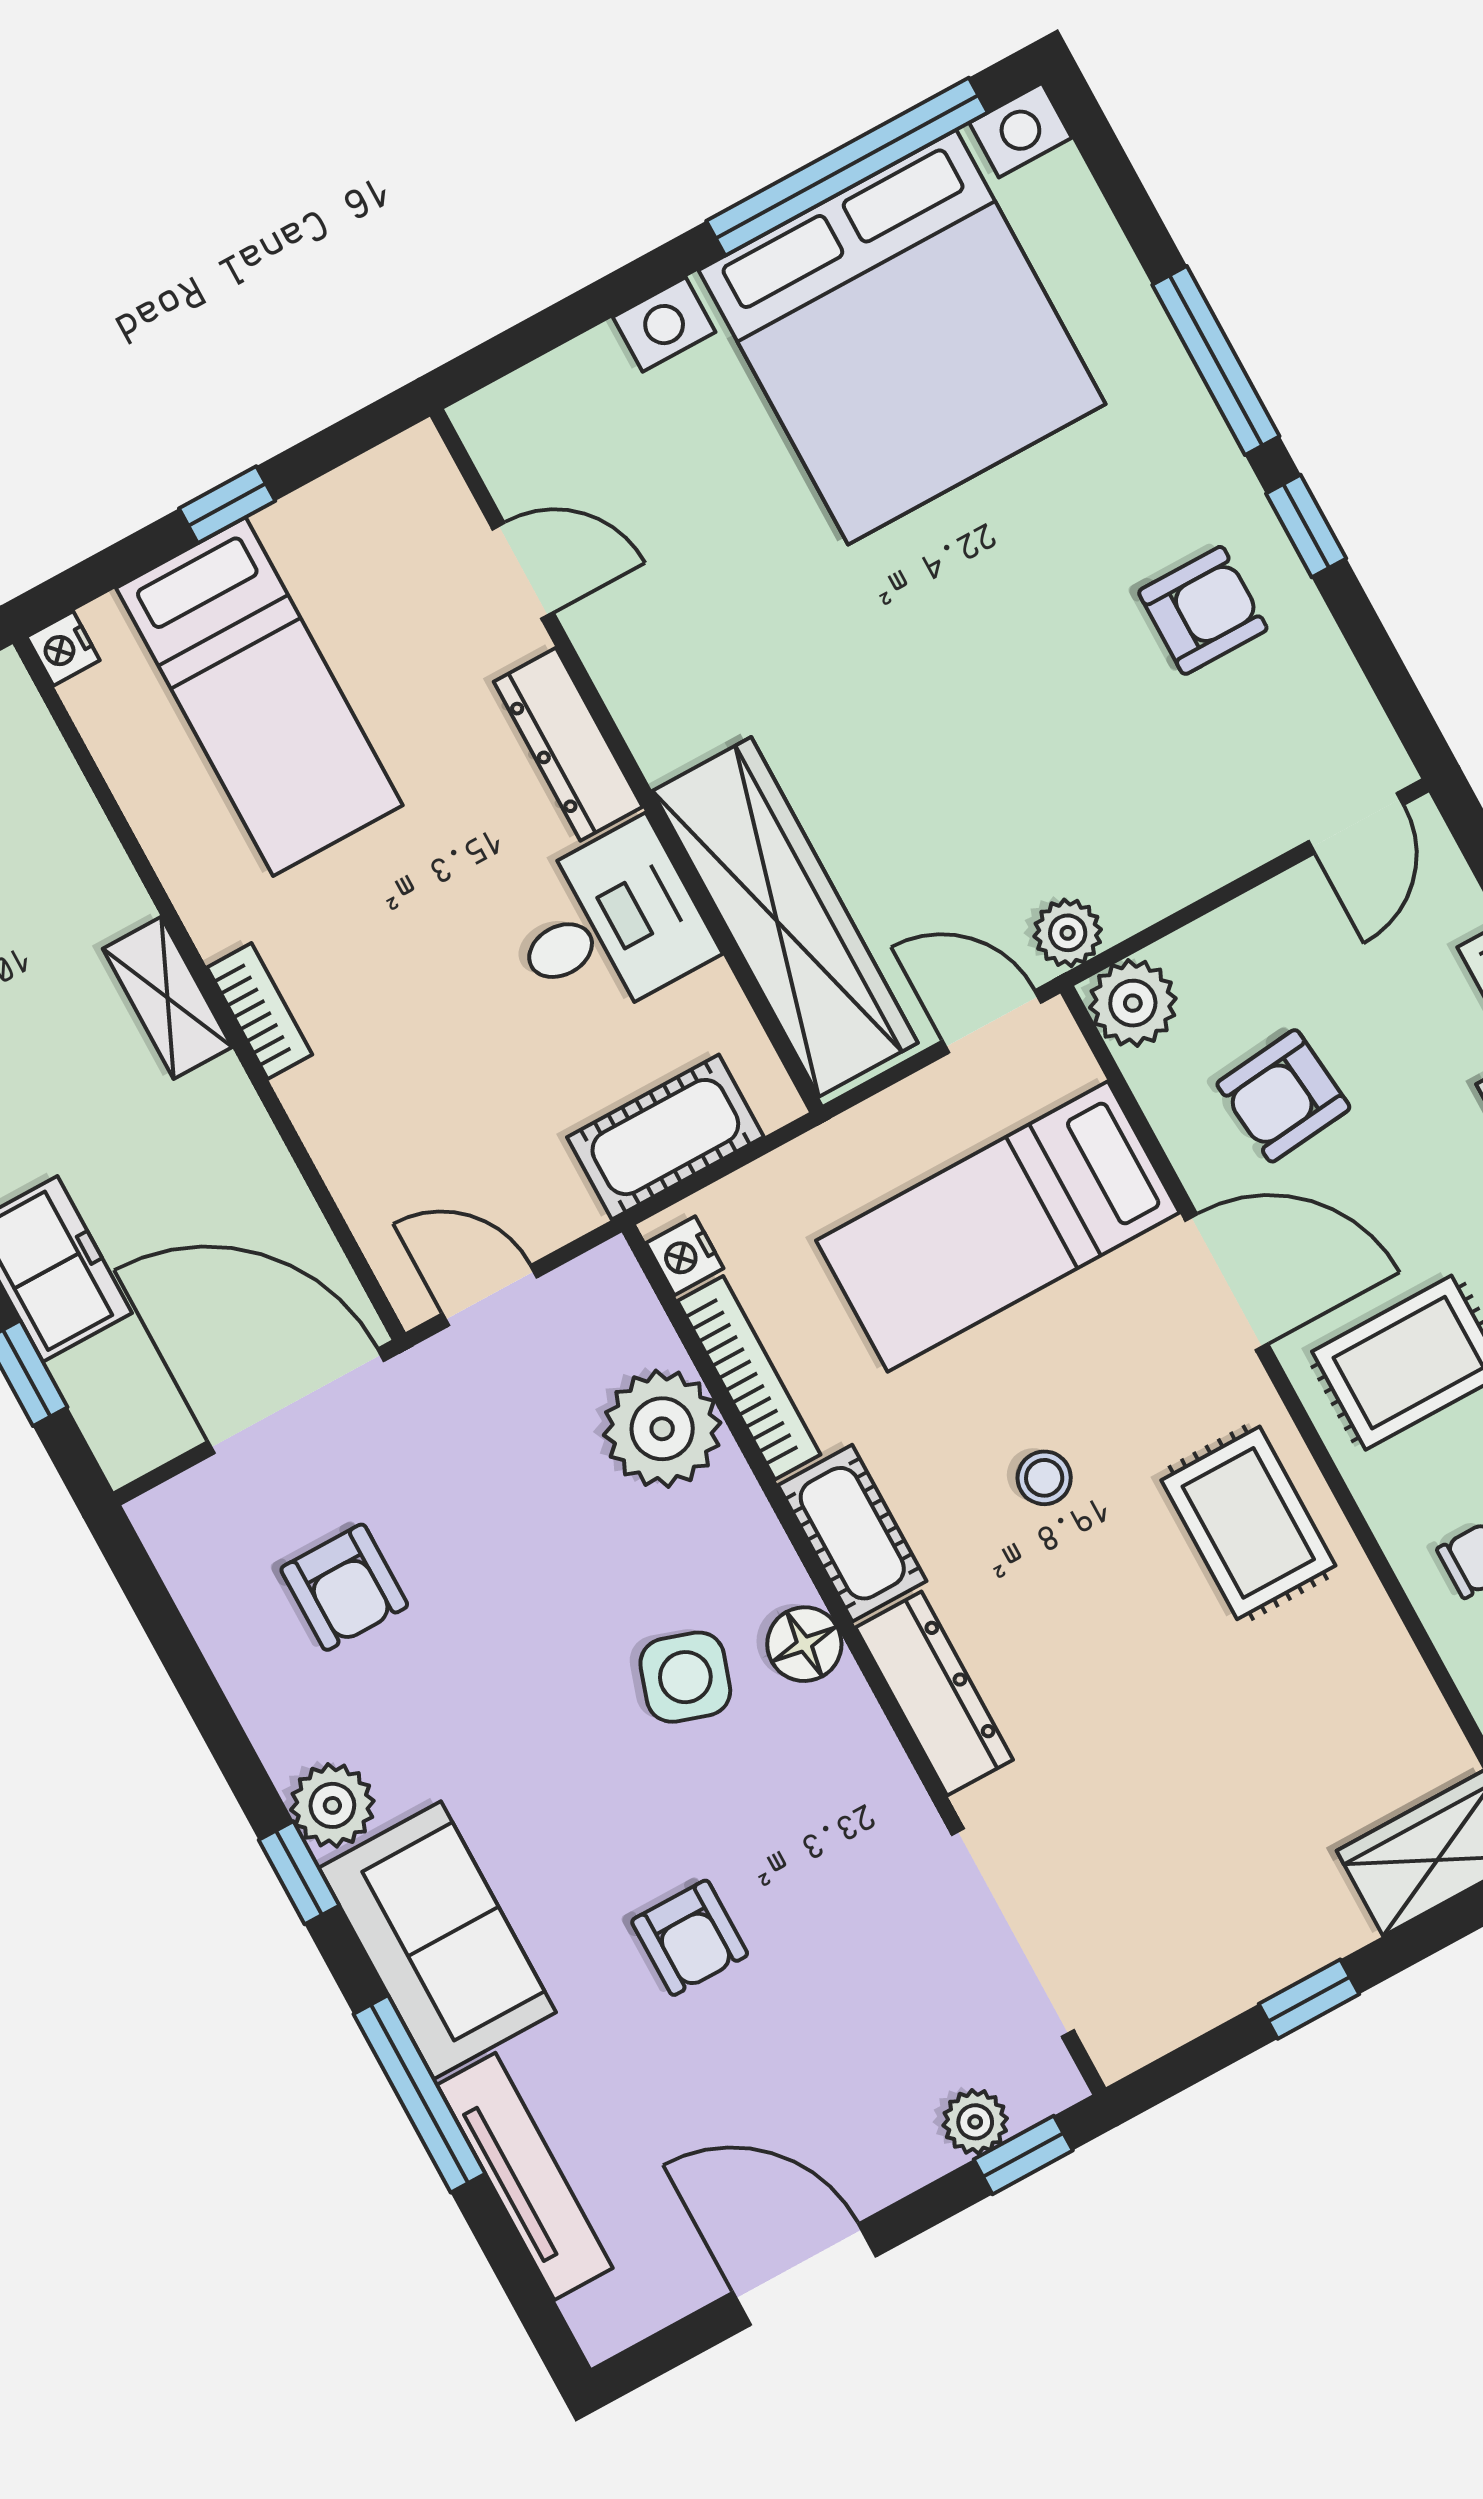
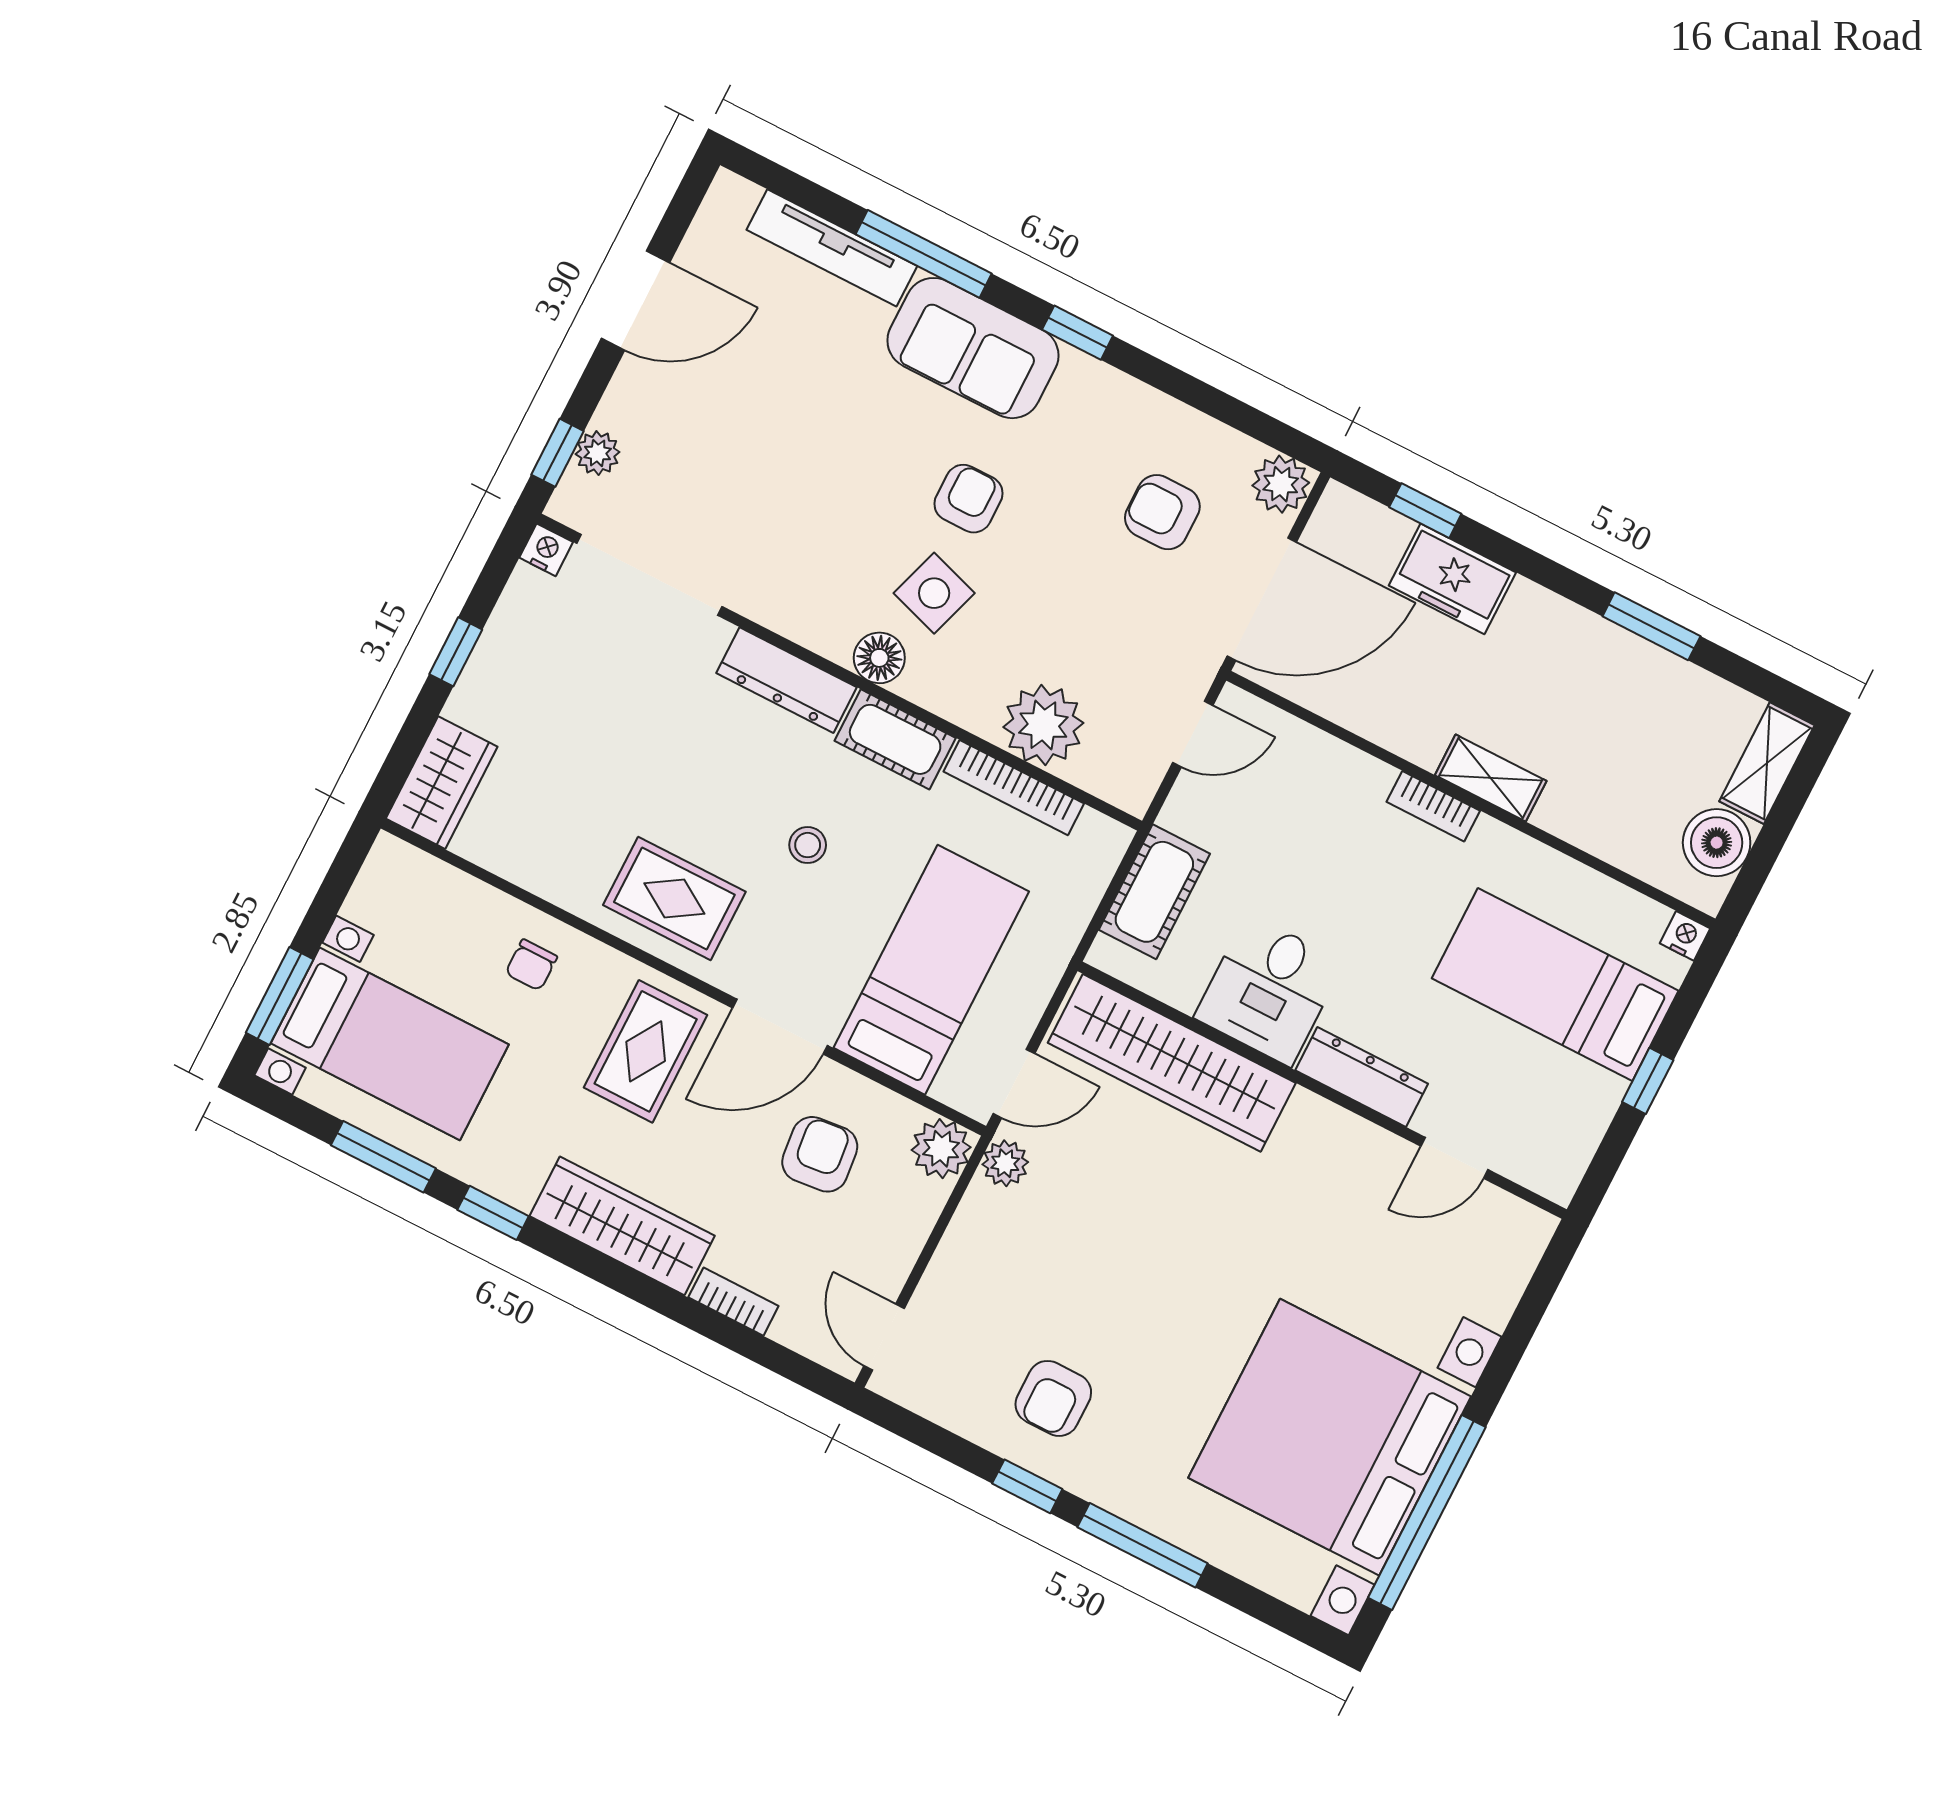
nightstand: (685, 1256) -> (546, 550), moved
plant: (332, 1805) -> (1281, 484), moved
armchair: (690, 1938) -> (969, 499), moved, turned 90

